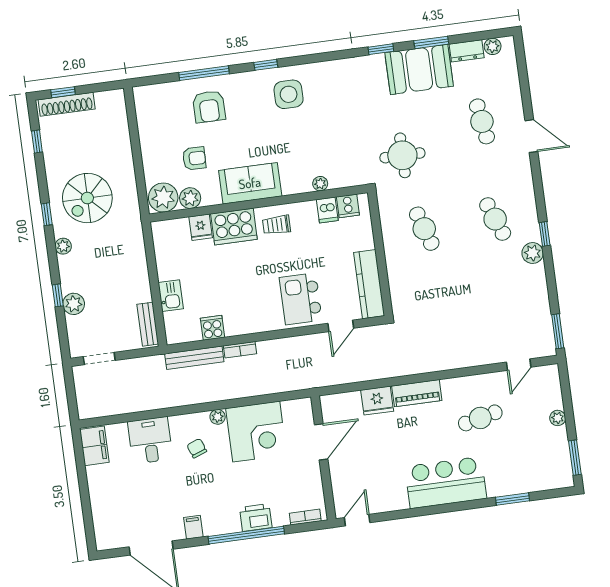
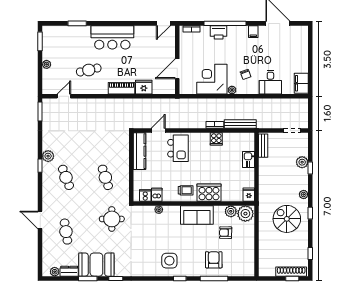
spiral stairs: (87, 198) -> (287, 219), turned -90
fridge: (201, 227) -> (249, 195), moved
cooker: (212, 328) -> (216, 139), moved

